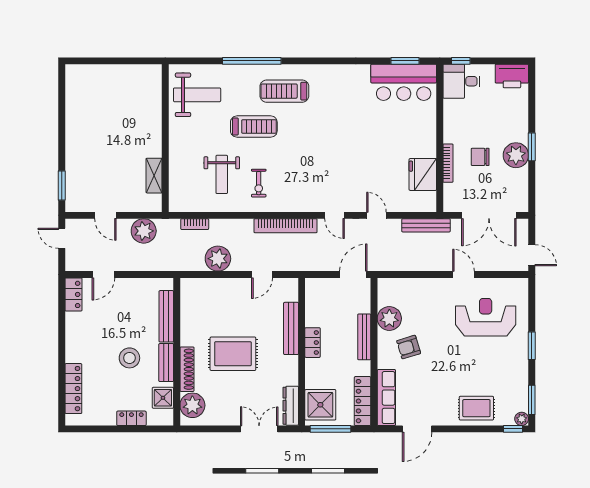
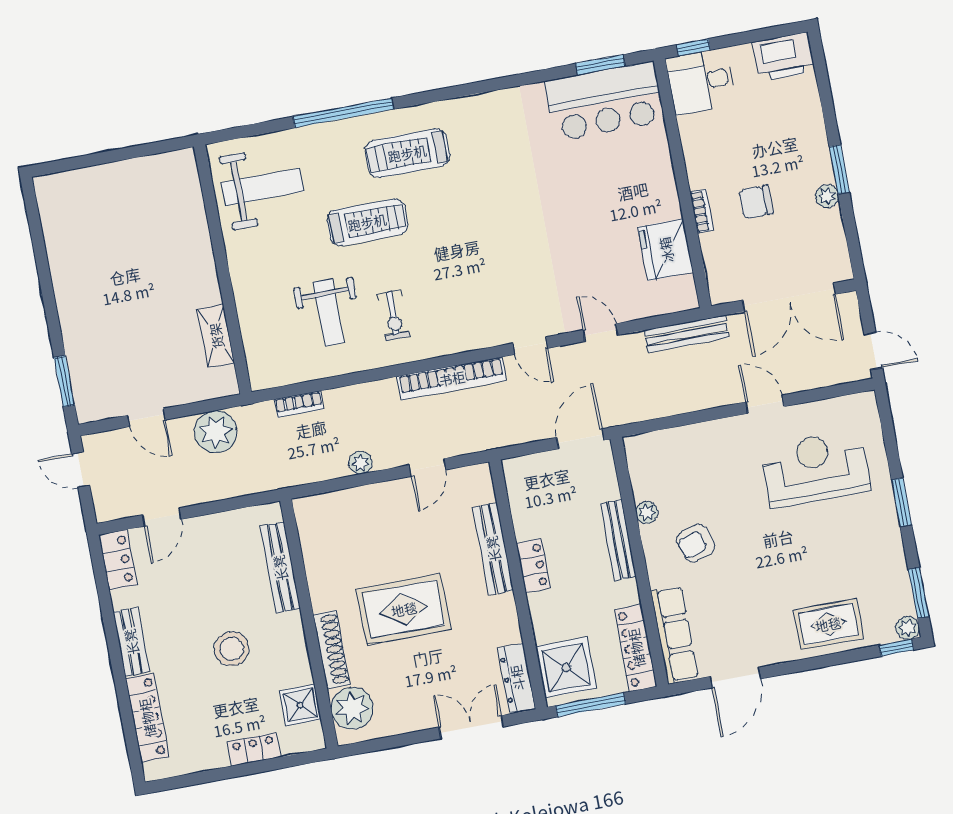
plant: (516, 155) -> (827, 196), width x0.53, depth x0.53
bookcase: (448, 163) -> (702, 211), width x0.64
plant: (218, 259) -> (360, 463), width x0.53, depth x0.53
plant: (389, 318) -> (647, 512), width x0.53, depth x0.53
bench: (166, 363) -> (131, 642), moved

